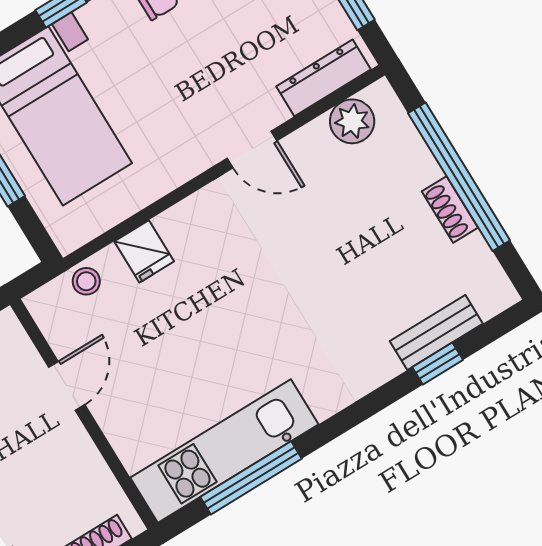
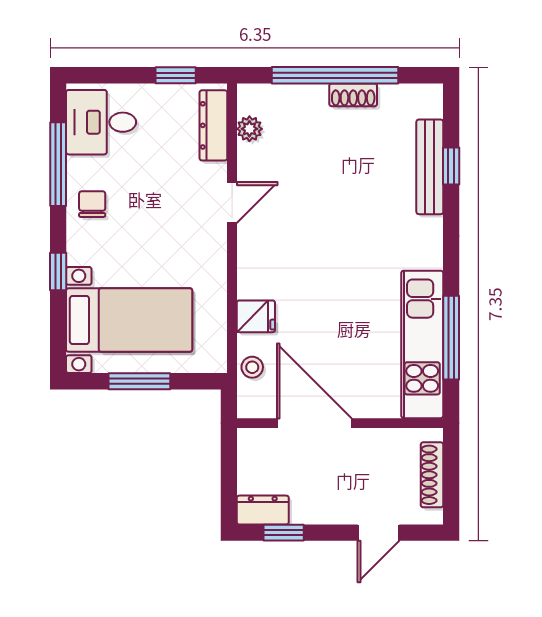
plant: (352, 121) -> (249, 129), width x0.73, depth x0.73
bench: (436, 332) -> (430, 167), width x1.36
door: (67, 386) -> (314, 423), width x1.87

